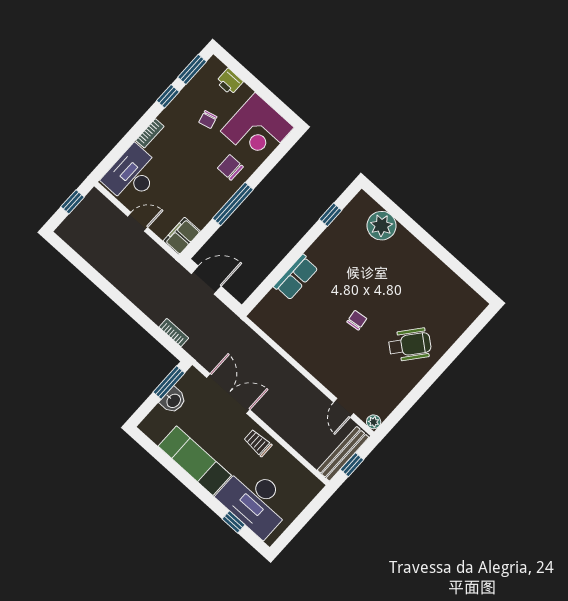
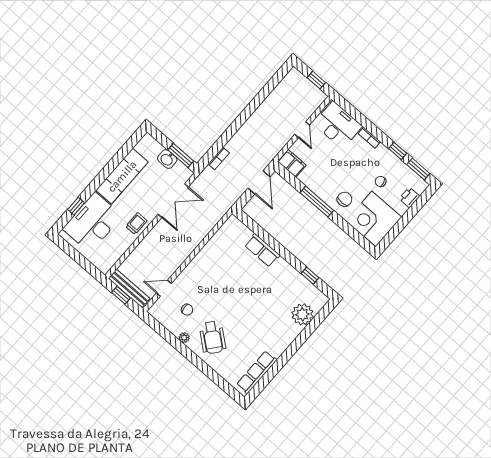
row of seats: (457, 287) -> (257, 372), added
chair: (357, 320) -> (187, 310), moved
plant: (374, 422) -> (184, 338), moved

